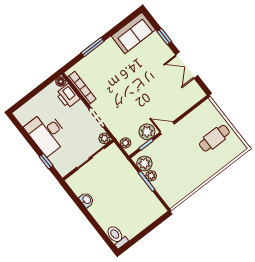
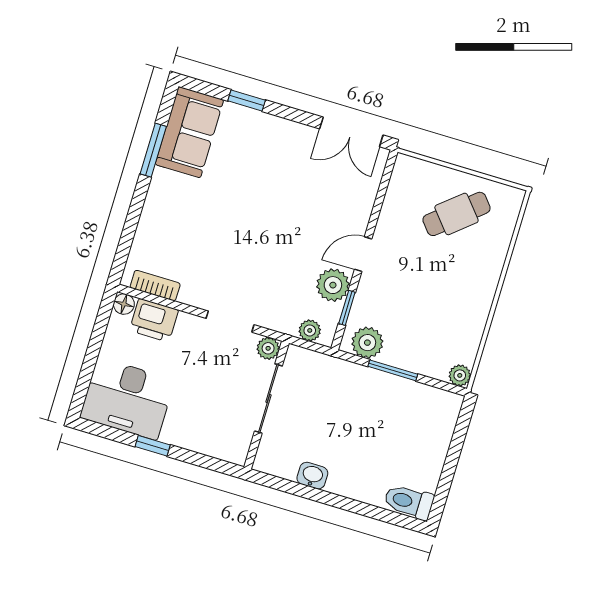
window: (93, 47) -> (153, 150), moved
double door: (187, 65) -> (351, 132), moved
bookcase: (82, 88) -> (155, 286), width x0.64
desk: (47, 133) -> (127, 399), moved
cafe table: (214, 138) -> (457, 214), turned 50
window: (46, 161) -> (153, 446), moved
plant: (151, 176) -> (460, 375), moved

